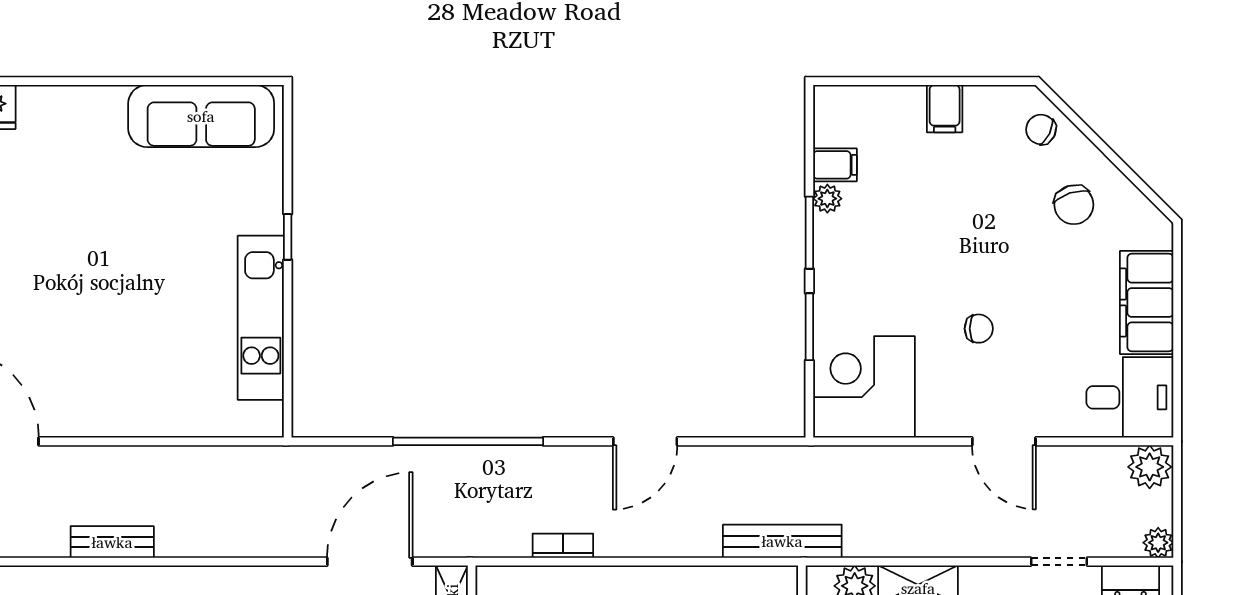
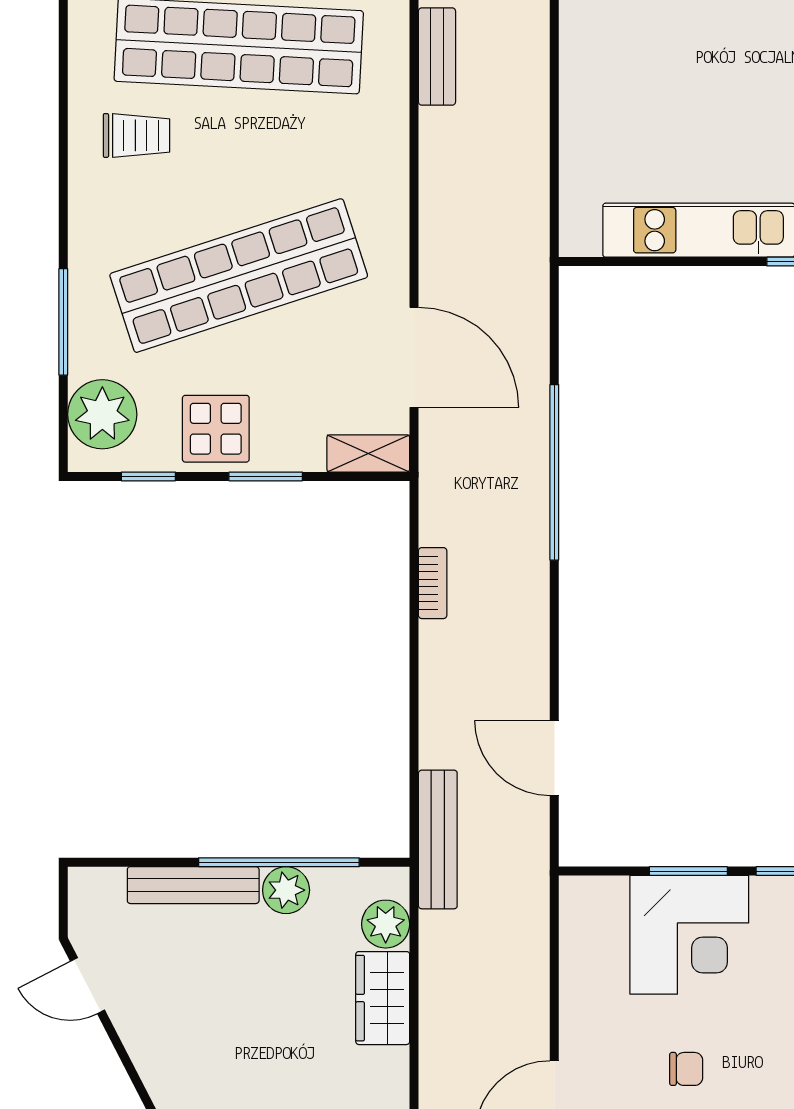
chair: (979, 329) -> (686, 1069), turned -90
corner desk: (864, 387) -> (689, 935), moved, turned 90
door: (645, 441) -> (554, 758), moved

